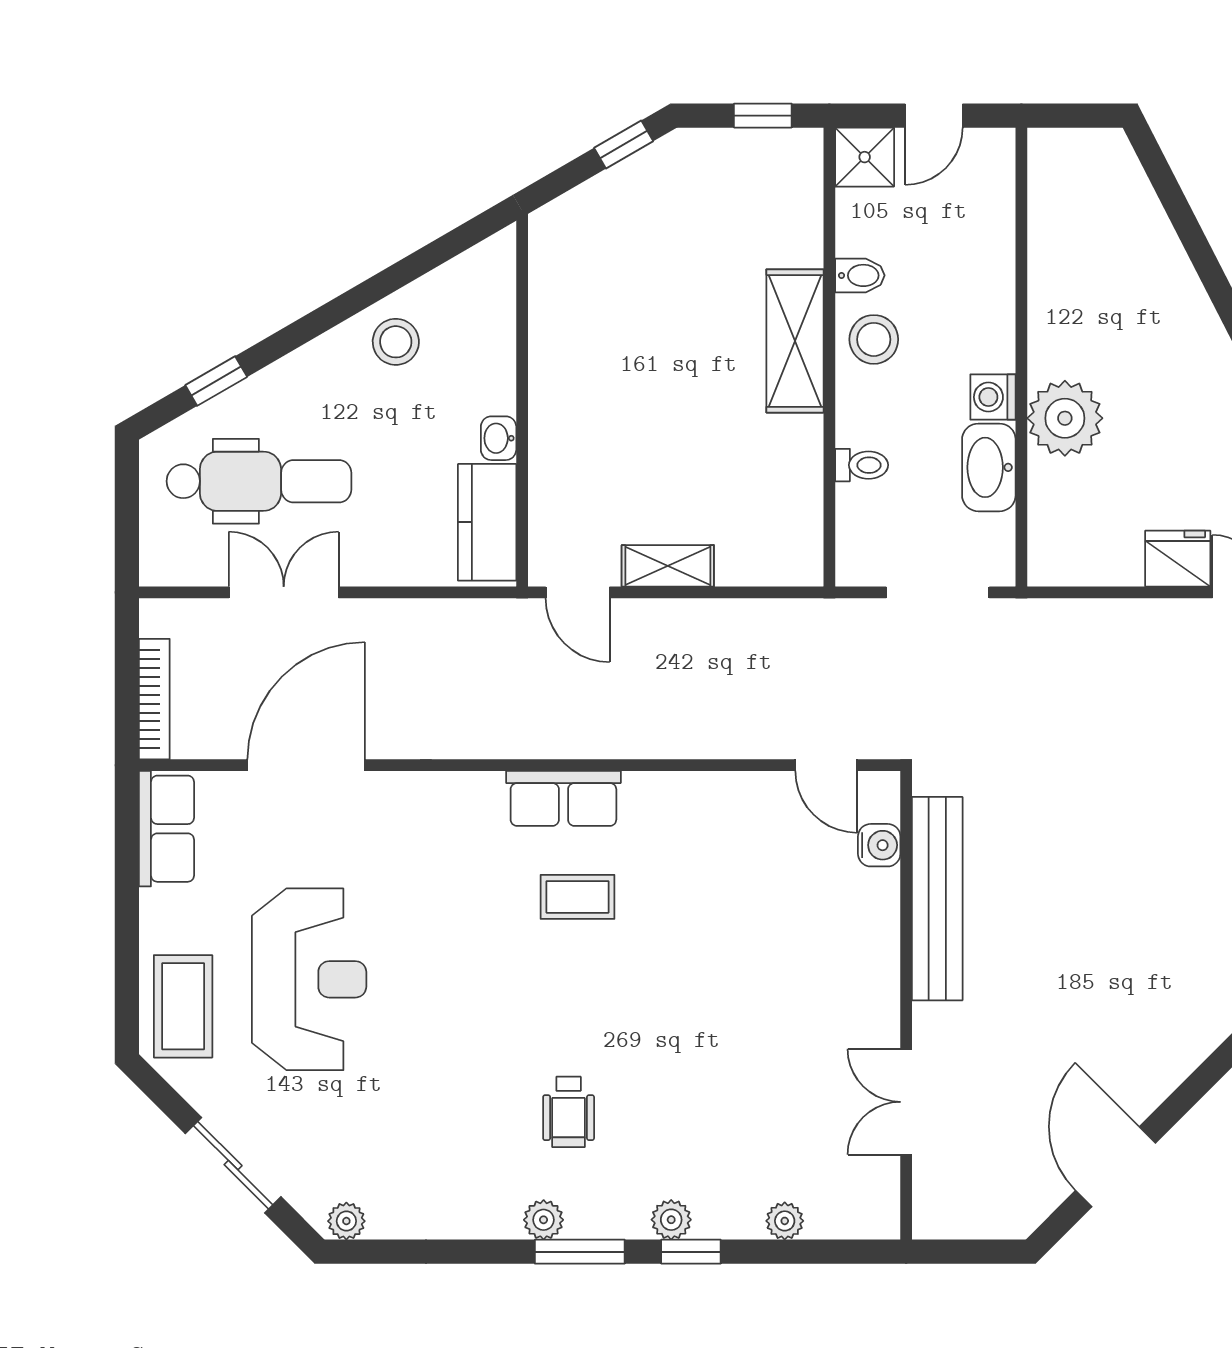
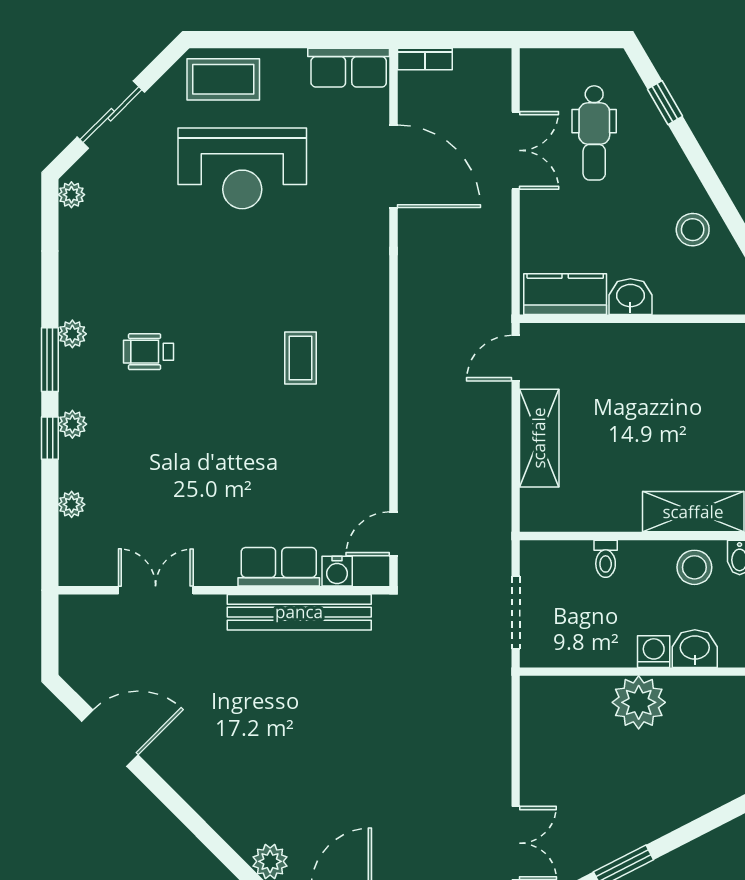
washbasin: (499, 438) -> (630, 297), width x1.38, depth x1.45
washbasin: (989, 467) -> (695, 649), moved, width x0.72
dental chair: (259, 481) -> (594, 133), width x0.73, depth x0.72
fridge: (1178, 559) -> (540, 782), removed
shelving: (668, 566) -> (539, 438), width x1.50, depth x1.33
bookcase: (154, 699) -> (425, 59), width x0.64
row of seats: (563, 798) -> (279, 567), moved, turned 90

